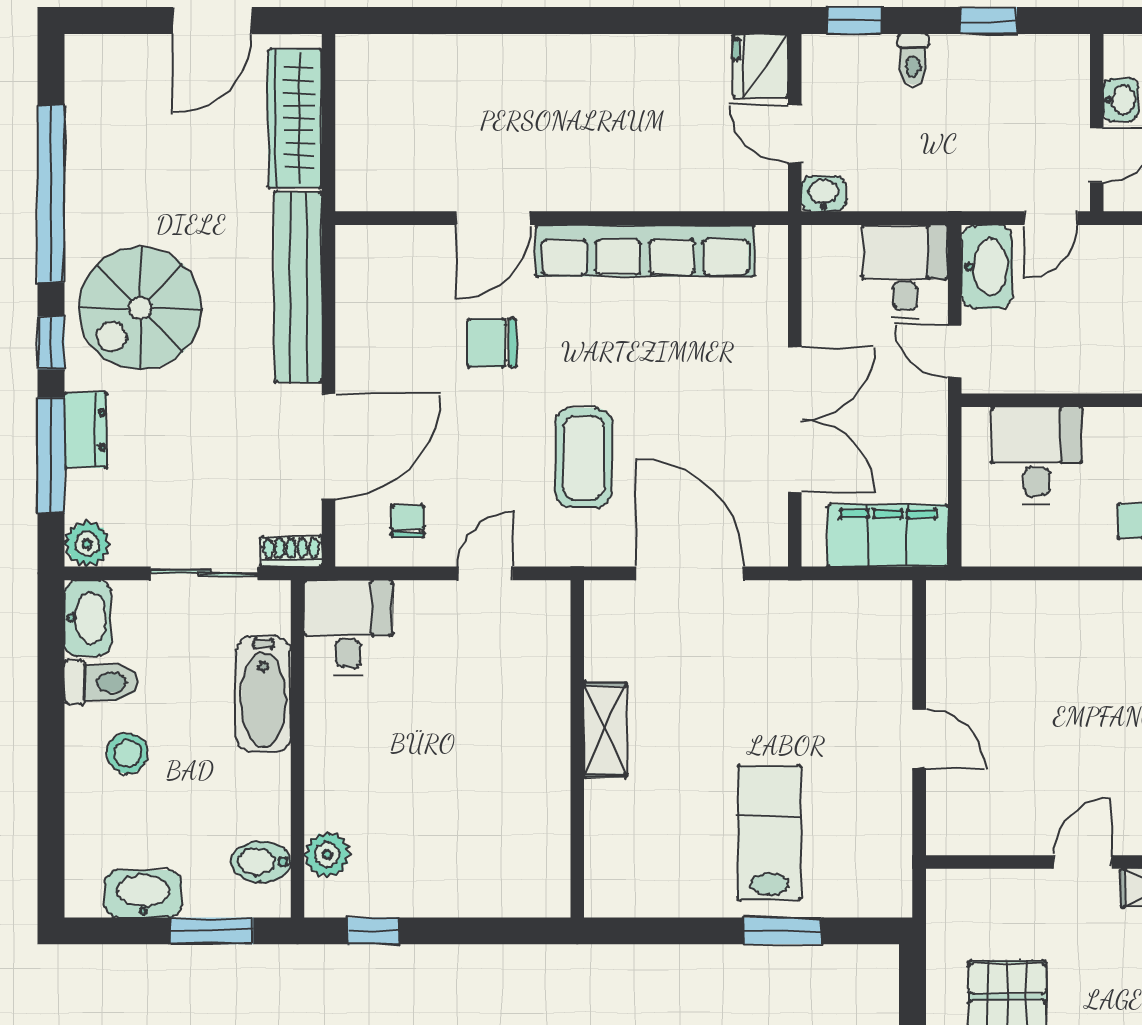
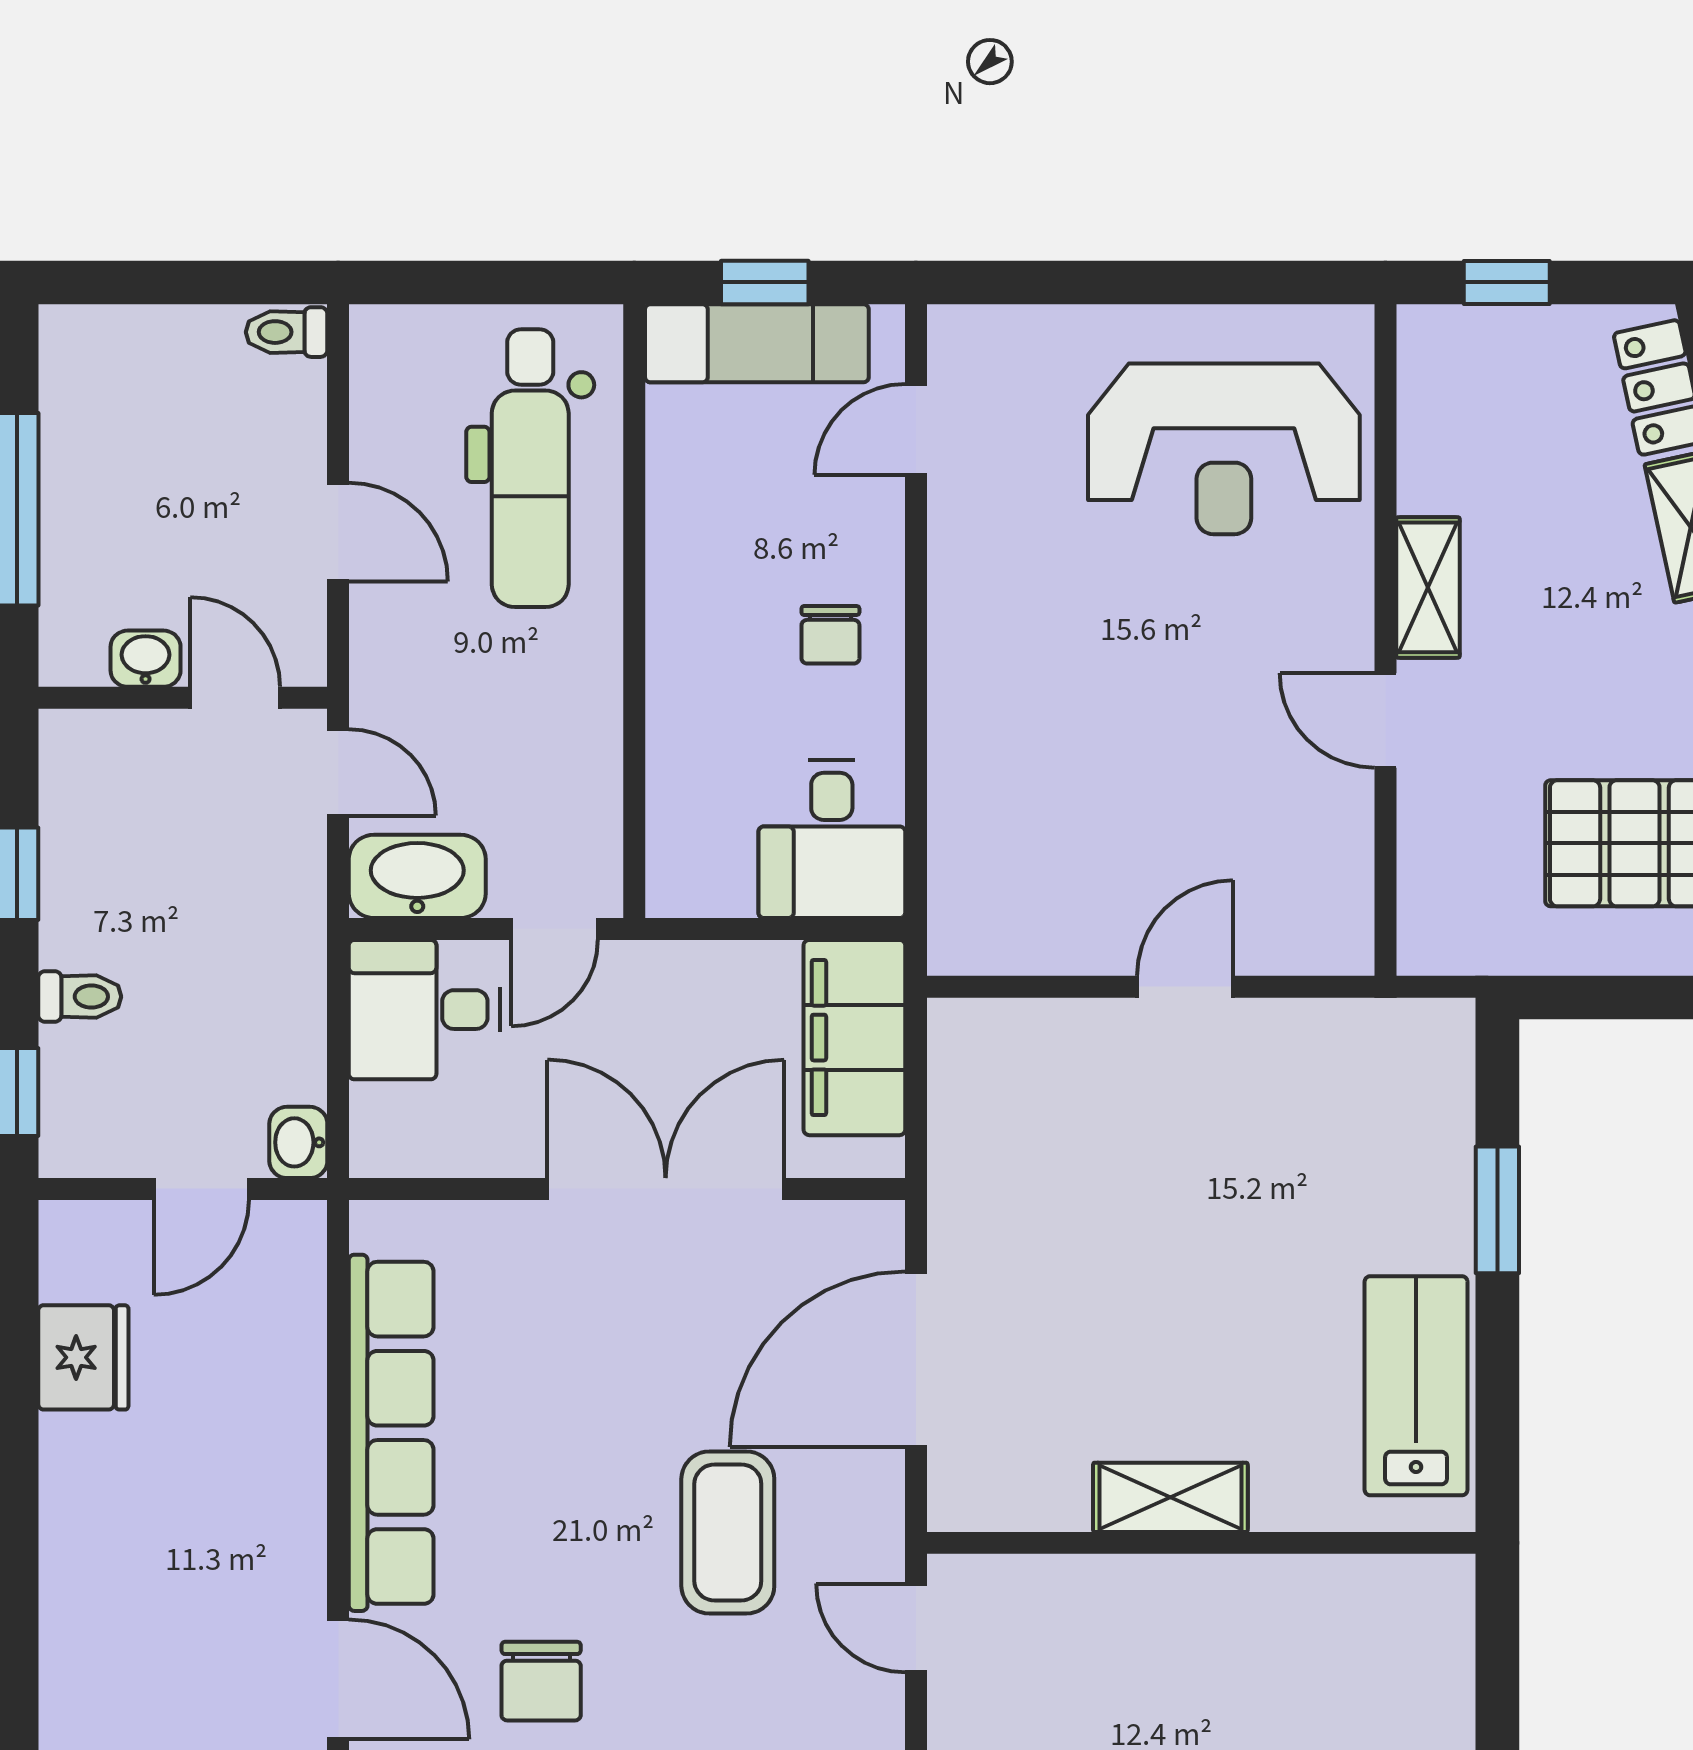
fridge: (760, 66) -> (83, 1357), moved, turned -90
desk: (1037, 455) -> (832, 839), moved, turned -90
coffee table: (584, 458) -> (728, 1532), turned 90
door: (485, 573) -> (916, 1628), moved
lab bench: (769, 833) -> (1416, 1386), moved, turned 90

